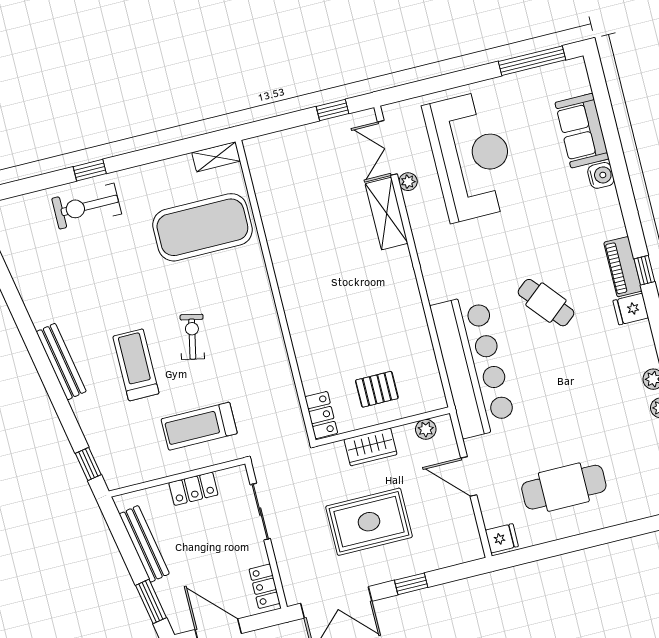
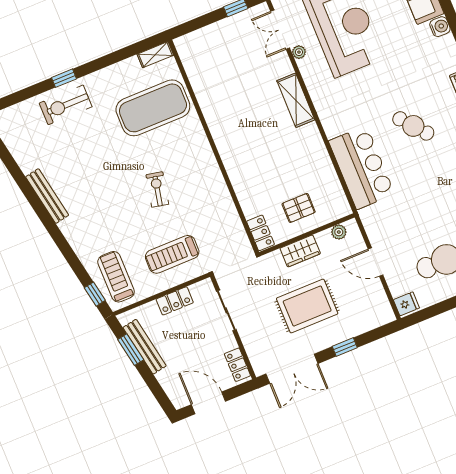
shelving: (387, 214) -> (296, 100), moved
bench: (61, 362) -> (47, 196), moved
treadmill: (136, 365) -> (116, 277), moved
bar counter: (473, 366) -> (362, 168), width x0.73
window: (151, 601) -> (131, 350), moved

